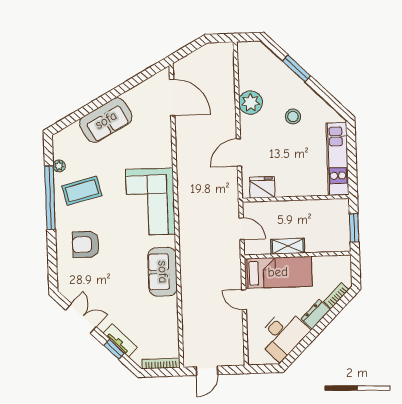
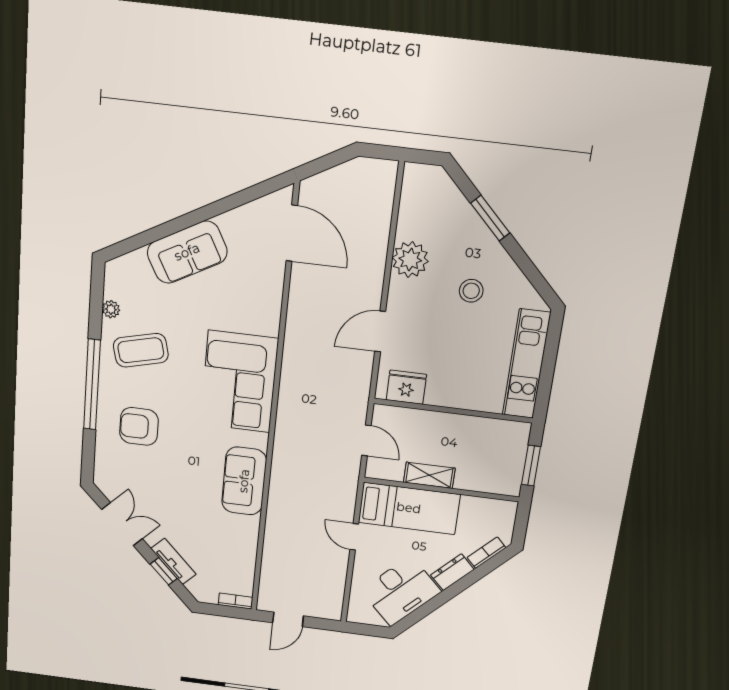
window: (50, 198) -> (92, 385), moved
bookcase: (161, 364) -> (235, 601), width x0.64

